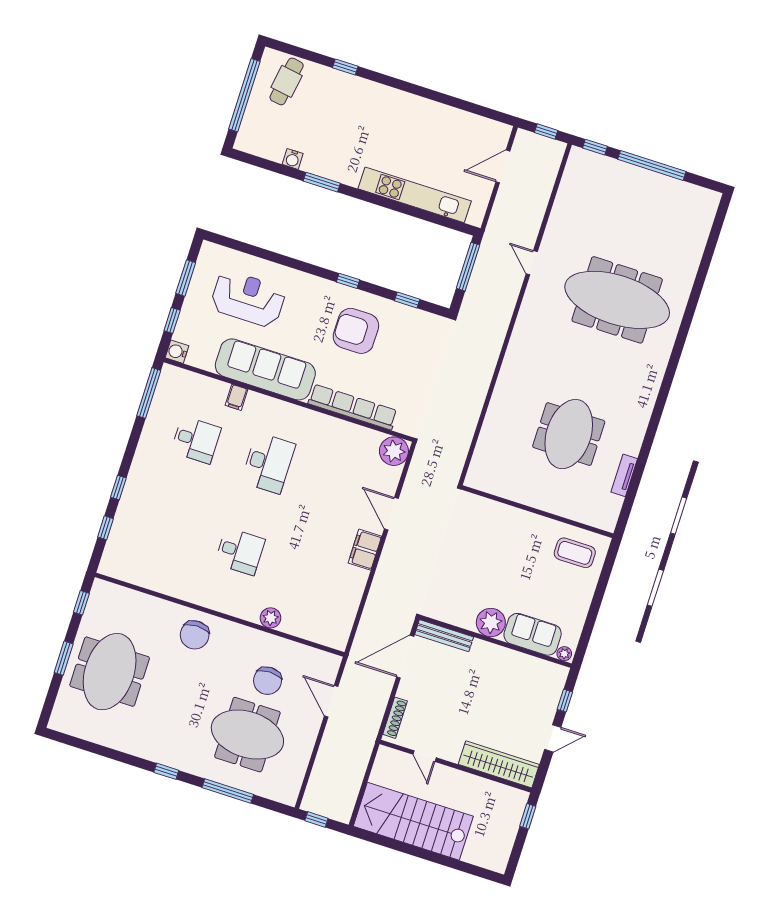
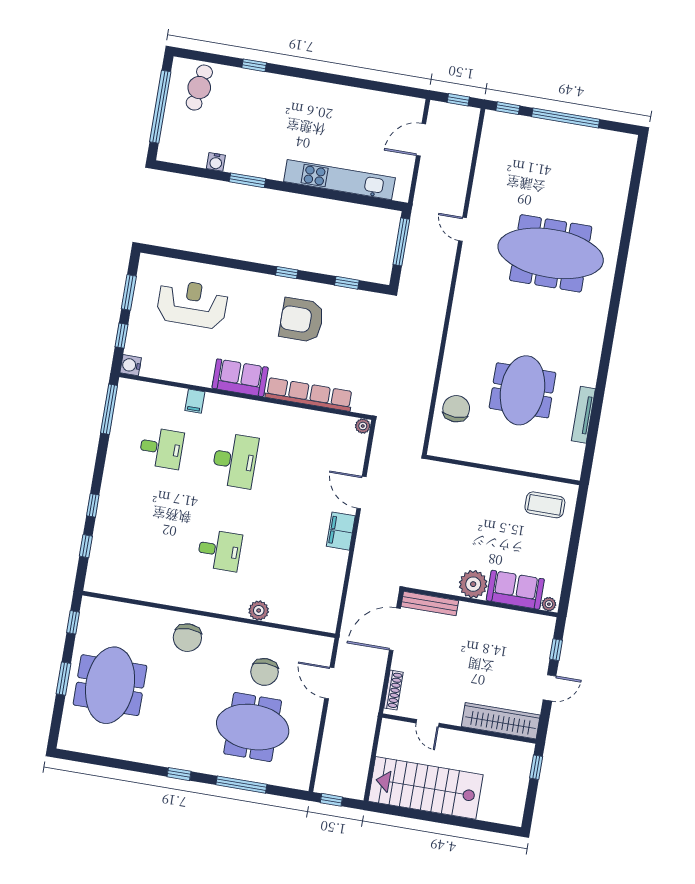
sofa: (265, 369) -> (240, 378), width x0.54, depth x0.79
chair: (499, 443) -> (456, 409), added
plant: (394, 451) -> (363, 426), width x0.53, depth x0.53
tv unit: (624, 475) -> (583, 415), width x1.41

